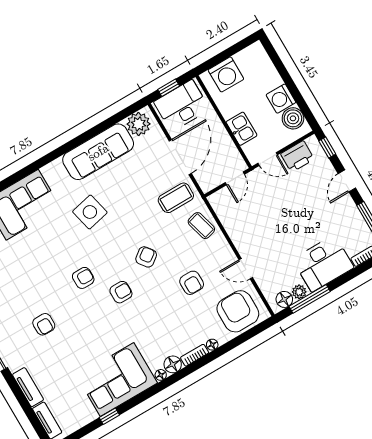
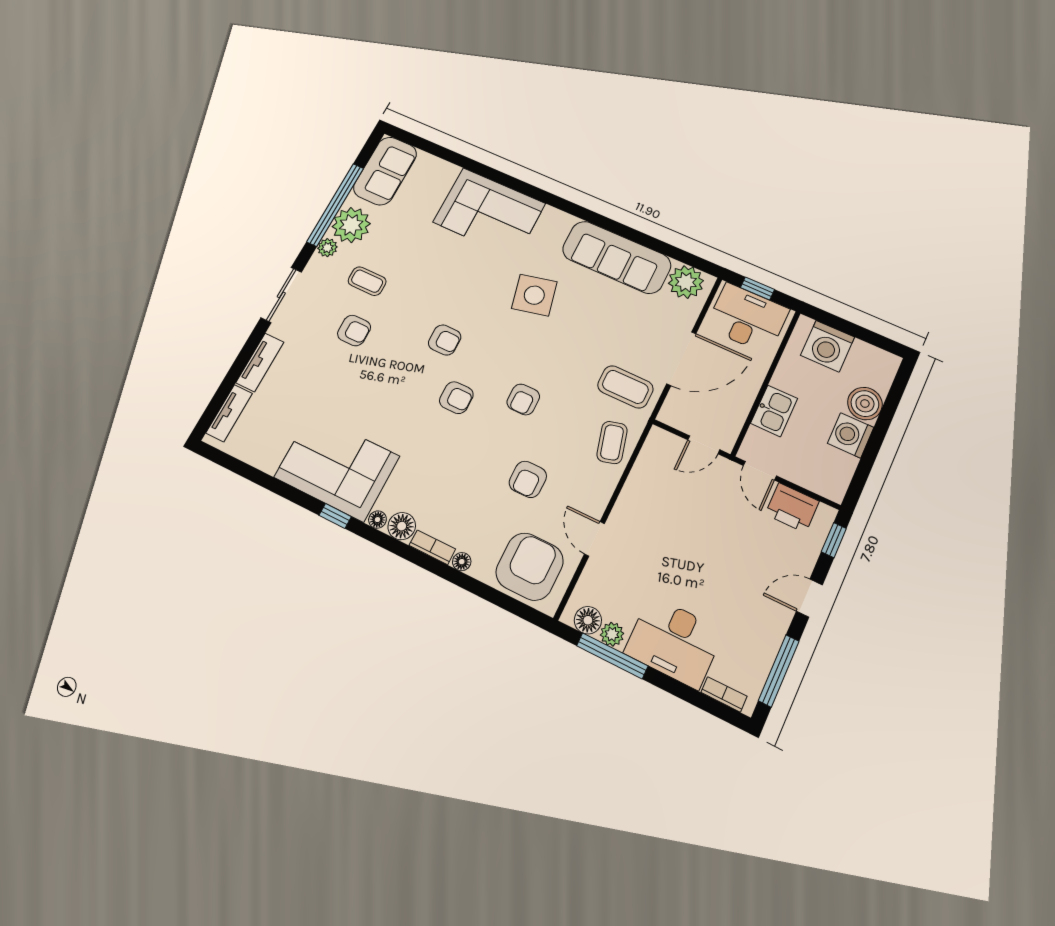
boiler: (293, 118) -> (865, 404), moved
armchair: (146, 257) -> (523, 399), turned 127
coffee table: (18, 299) -> (367, 281), added
armchair: (44, 324) -> (354, 331), turned -90
window: (109, 416) -> (335, 516), moved

